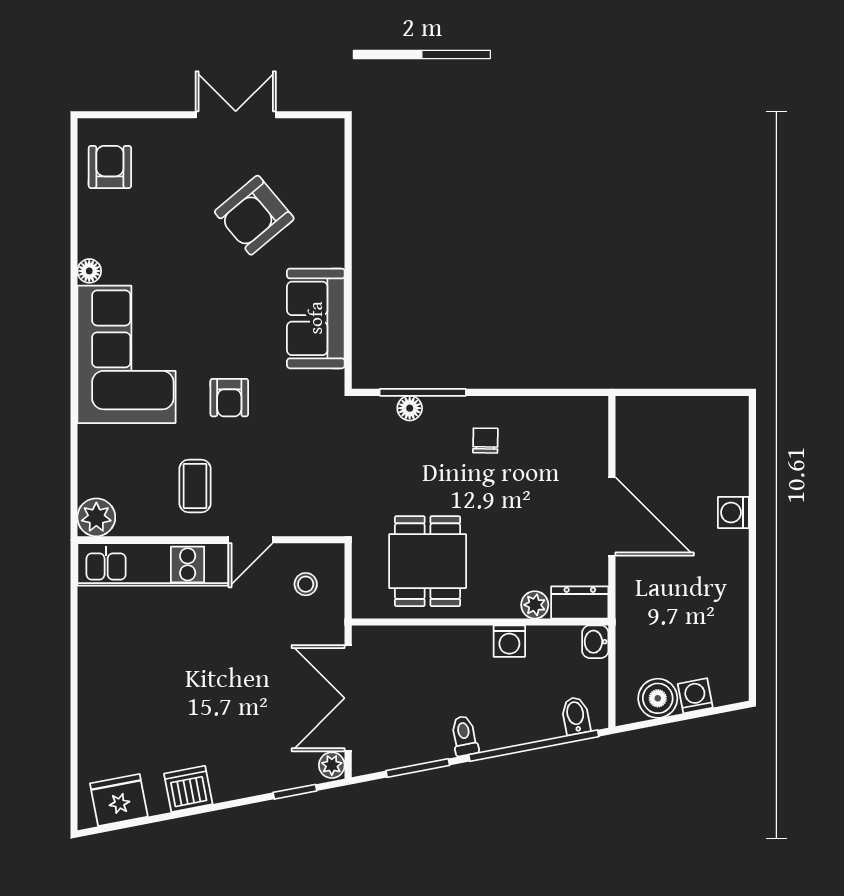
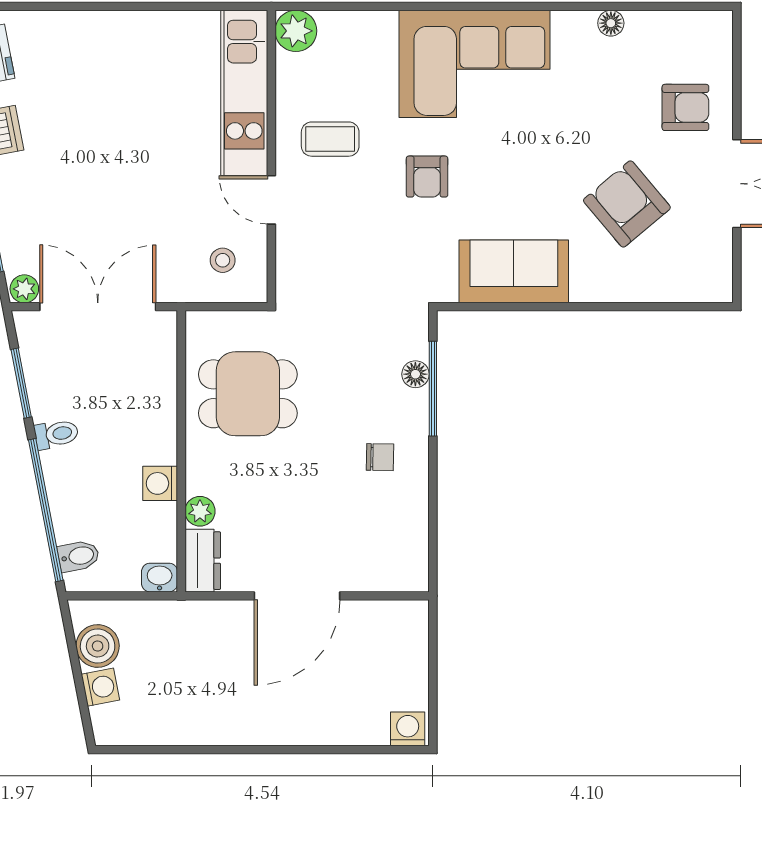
armchair: (110, 167) -> (685, 107), moved
floor lamp: (89, 271) -> (611, 23), moved
armchair: (229, 398) -> (427, 177), turned -90
washing machine: (733, 513) -> (408, 729), moved

